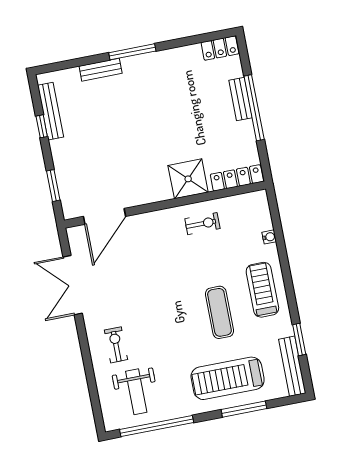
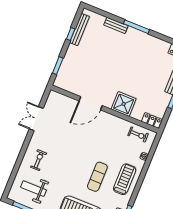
locker: (237, 178) -> (152, 120), width x0.66
door: (105, 216) -> (91, 103), moved
exercise bike: (202, 224) -> (138, 135), moved
double door: (73, 285) -> (36, 119), width x0.73
weight bench: (136, 392) -> (33, 189), turned 90

